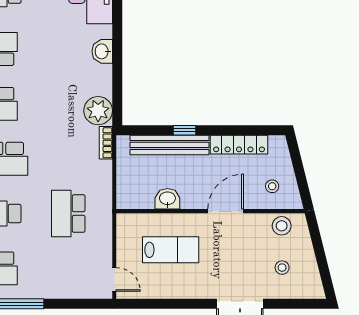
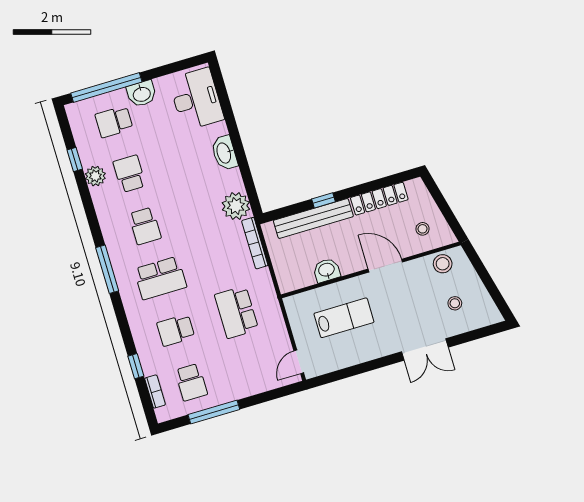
washbasin: (102, 51) -> (224, 153), width x1.38
bookcase: (106, 143) -> (255, 243), width x1.56
door: (226, 211) -> (385, 266), hinge flipped
door: (114, 279) -> (299, 362), swing flipped

